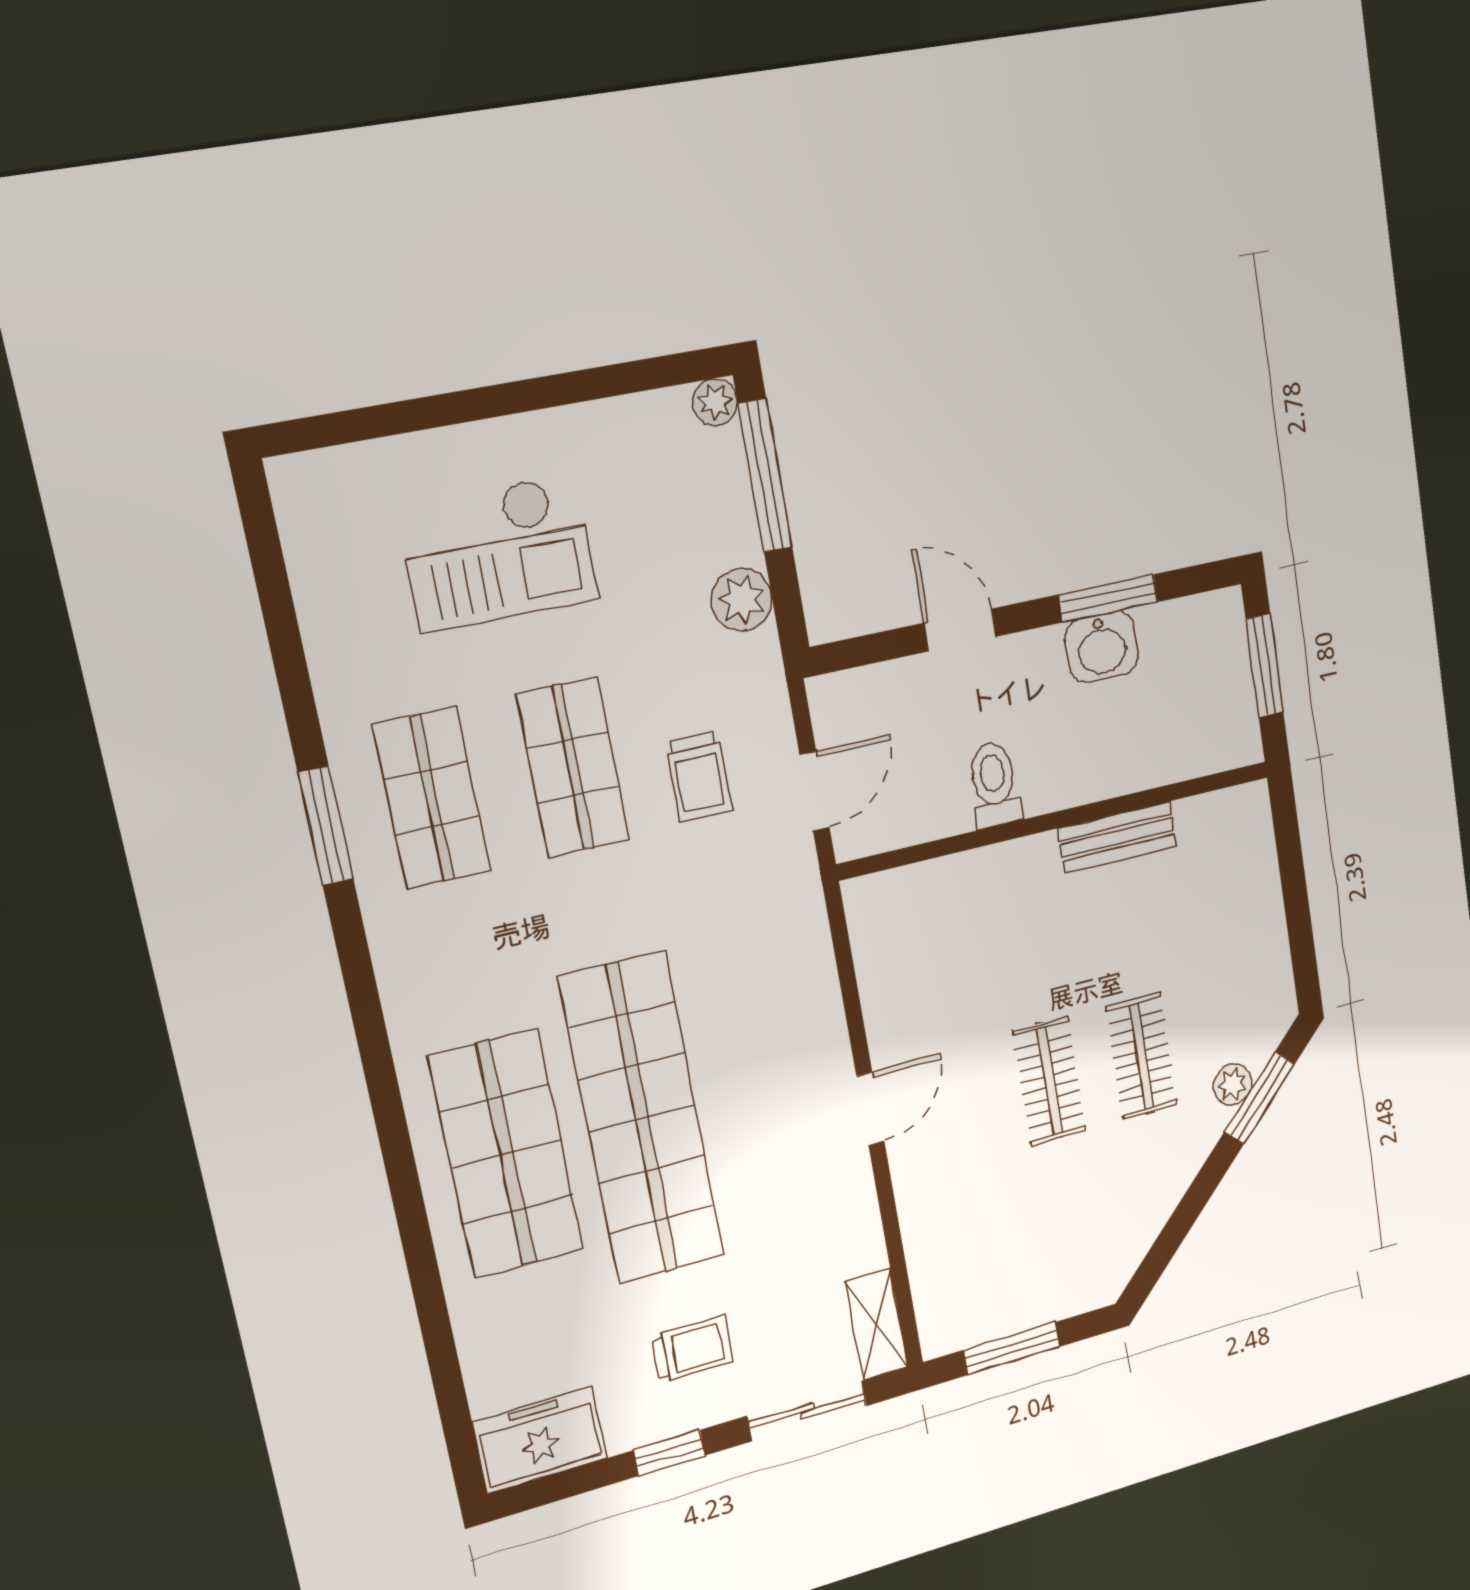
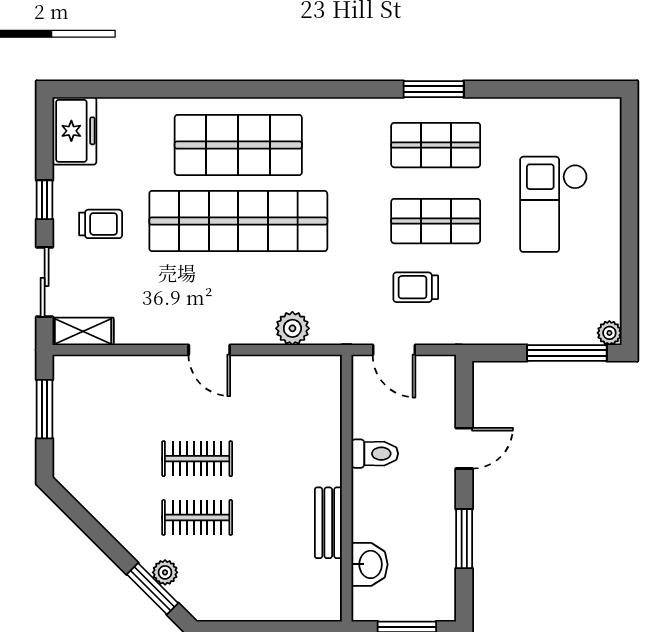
plant: (742, 600) -> (292, 328), moved
washbasin: (1102, 647) -> (370, 564), moved, turned 180
trolley: (692, 1349) -> (101, 224), turned -90

